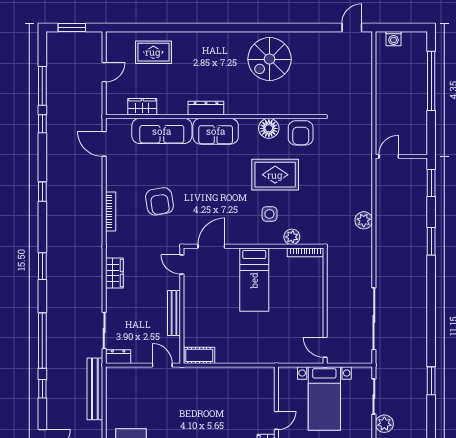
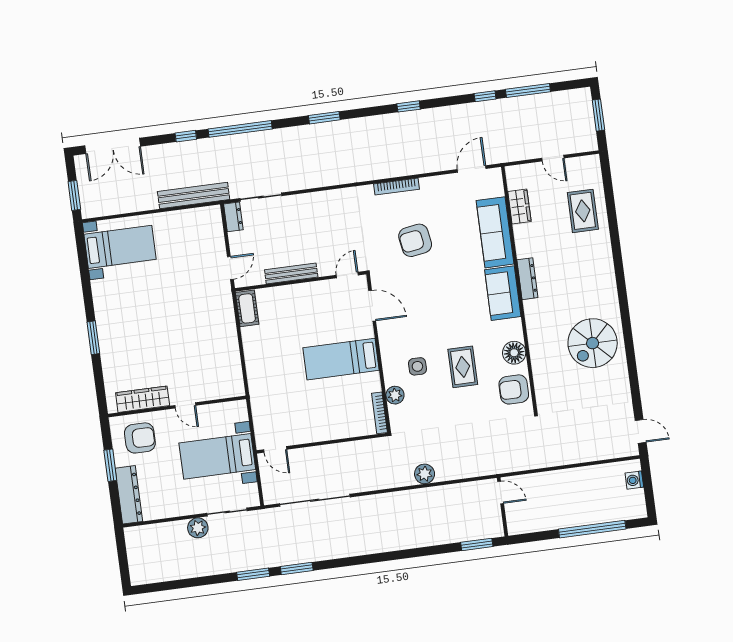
spiral stairs: (270, 59) -> (593, 343), turned -90
rug: (275, 175) -> (463, 367), width x0.73, depth x0.70
window: (431, 241) -> (297, 568), moved
wardrobe: (114, 273) -> (327, 200), removed
door: (325, 347) -> (275, 449), swing flipped

